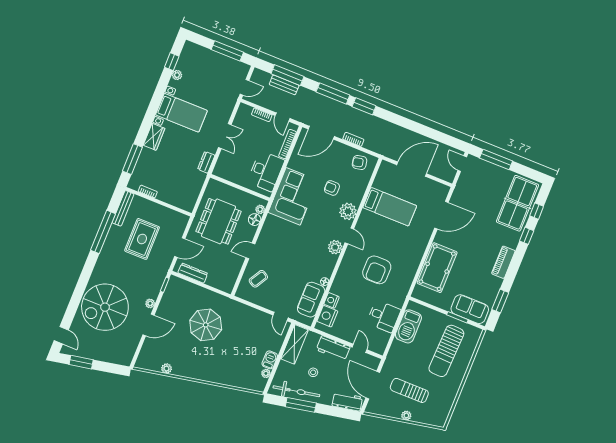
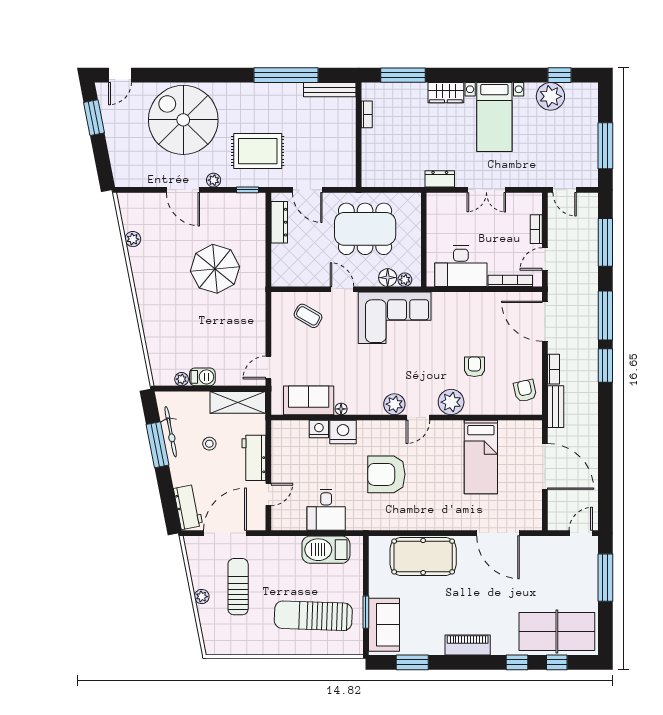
plant: (177, 75) -> (550, 96), width x1.87, depth x1.87
bench: (284, 85) -> (556, 407), moved
corner sofa: (293, 196) -> (395, 318), moved
rug: (142, 239) -> (258, 151), moved
nightstand: (327, 316) -> (343, 432), moved
bicycle: (296, 391) -> (171, 432), width x0.73, depth x0.71

